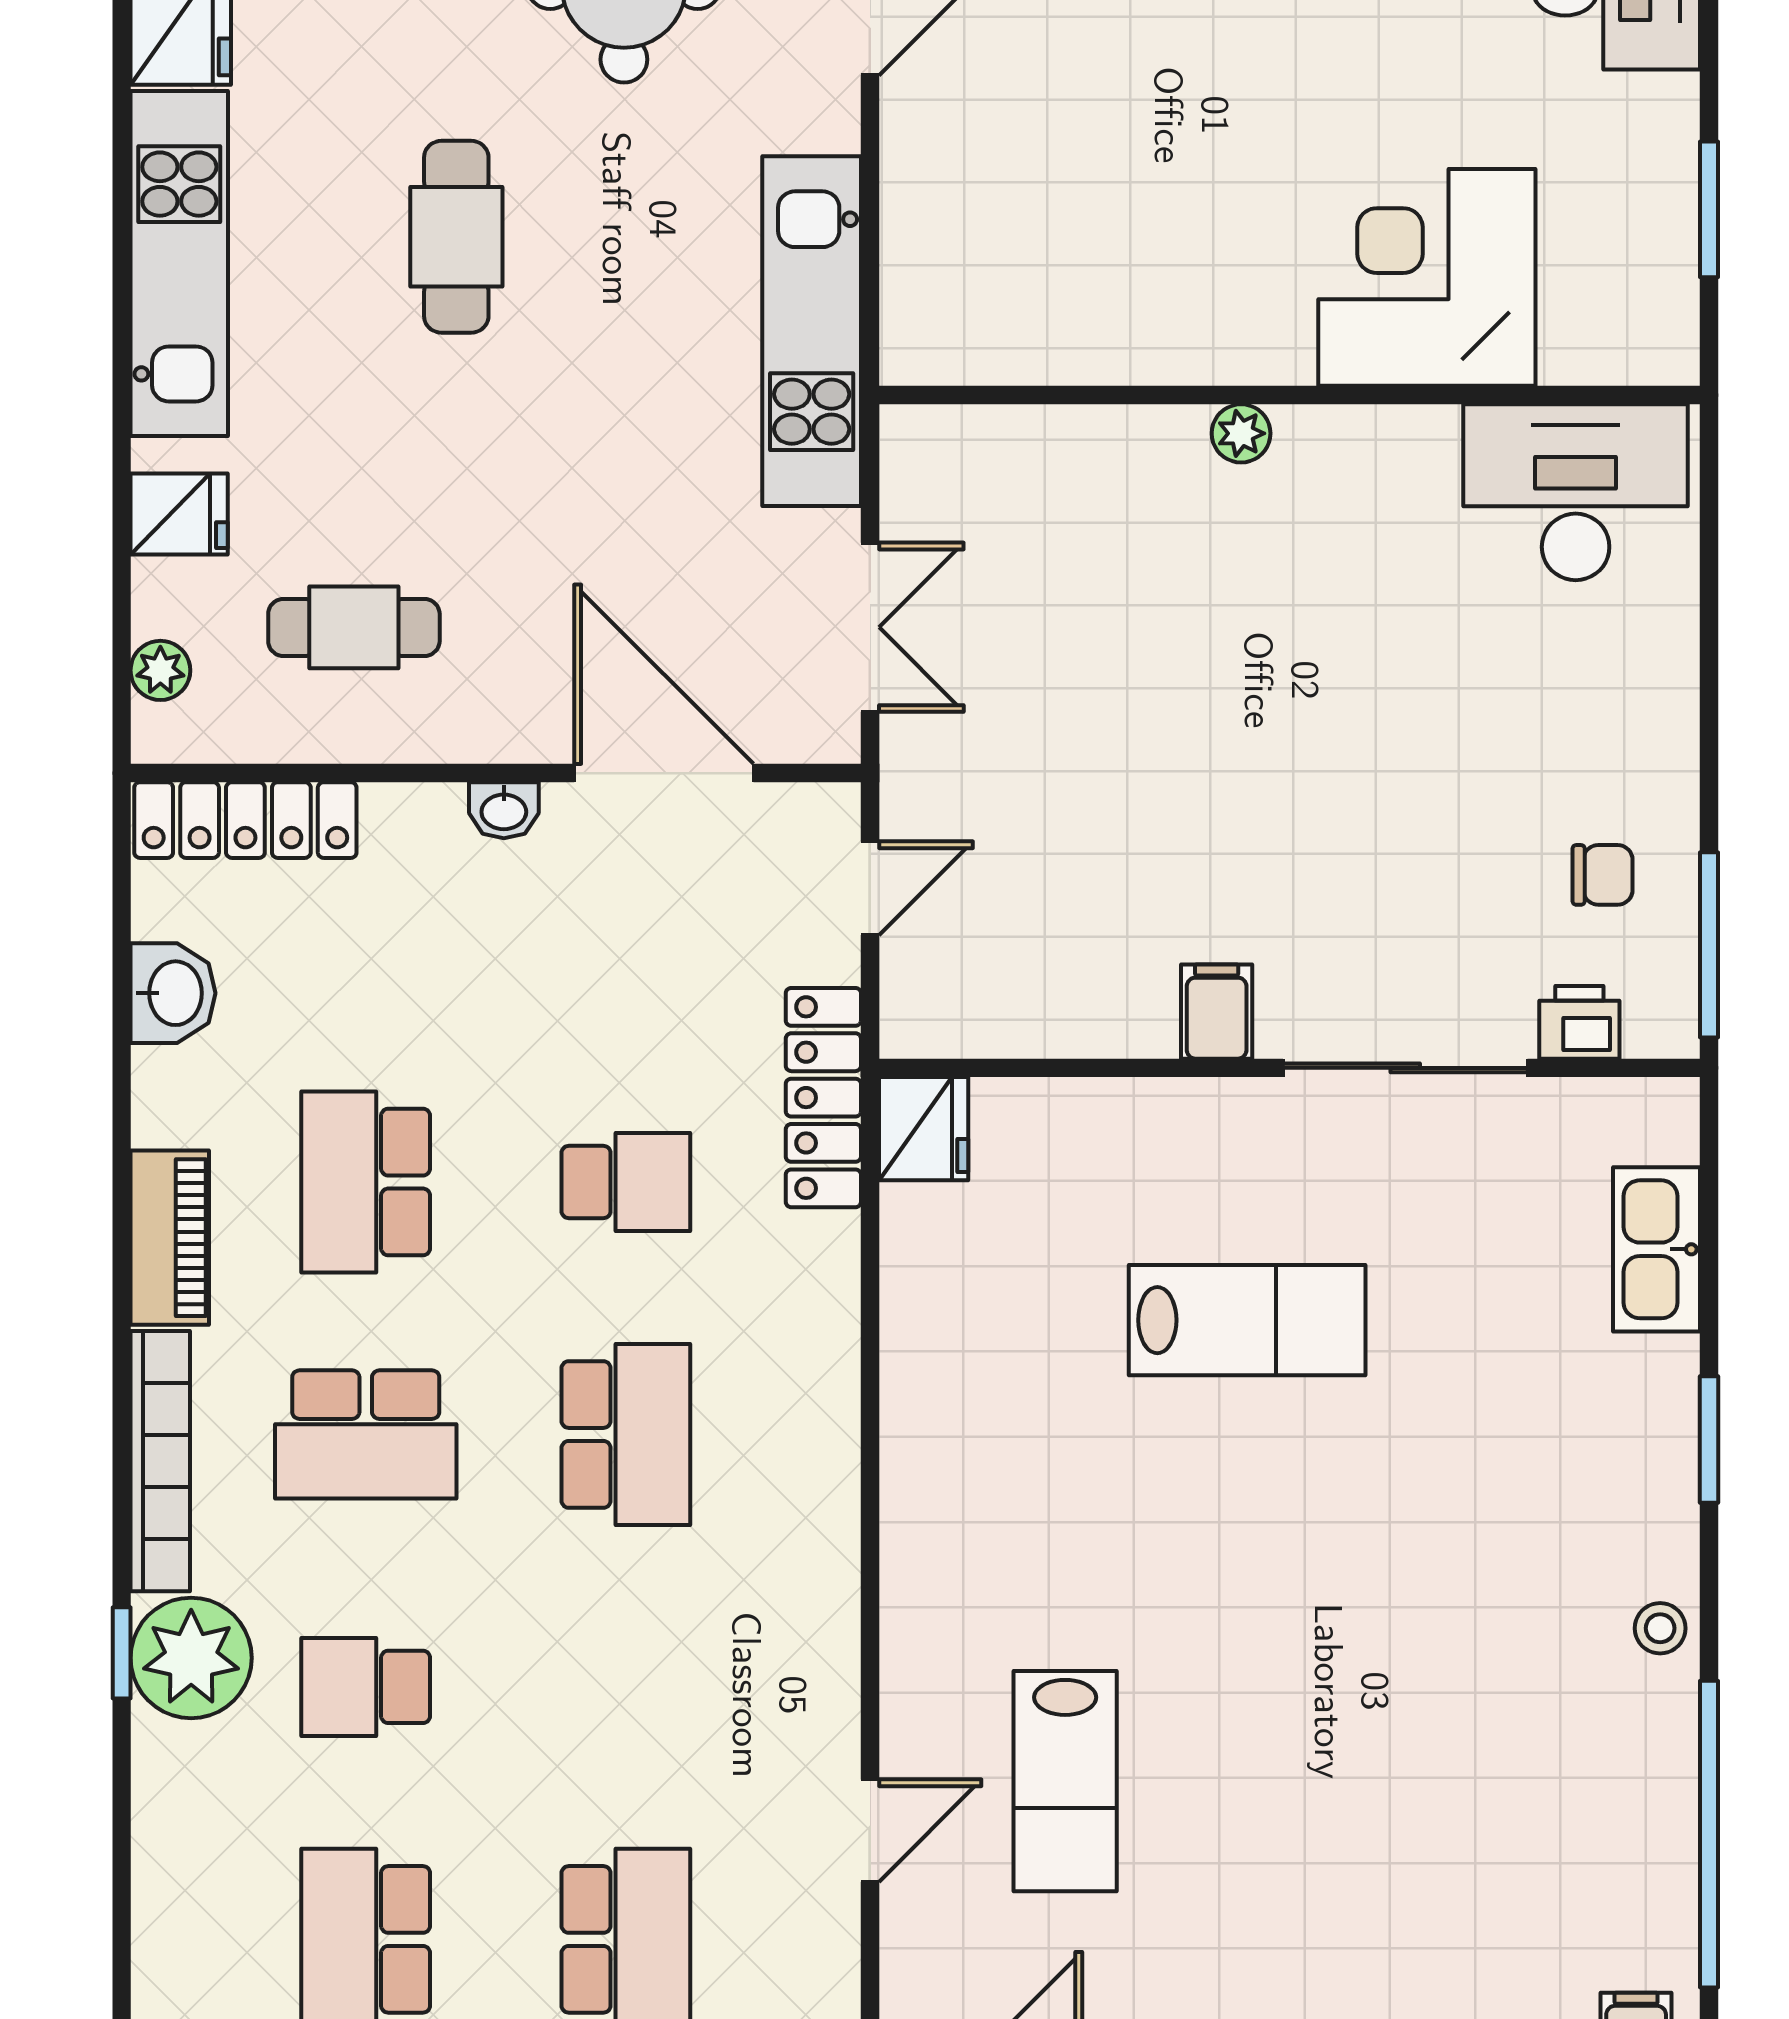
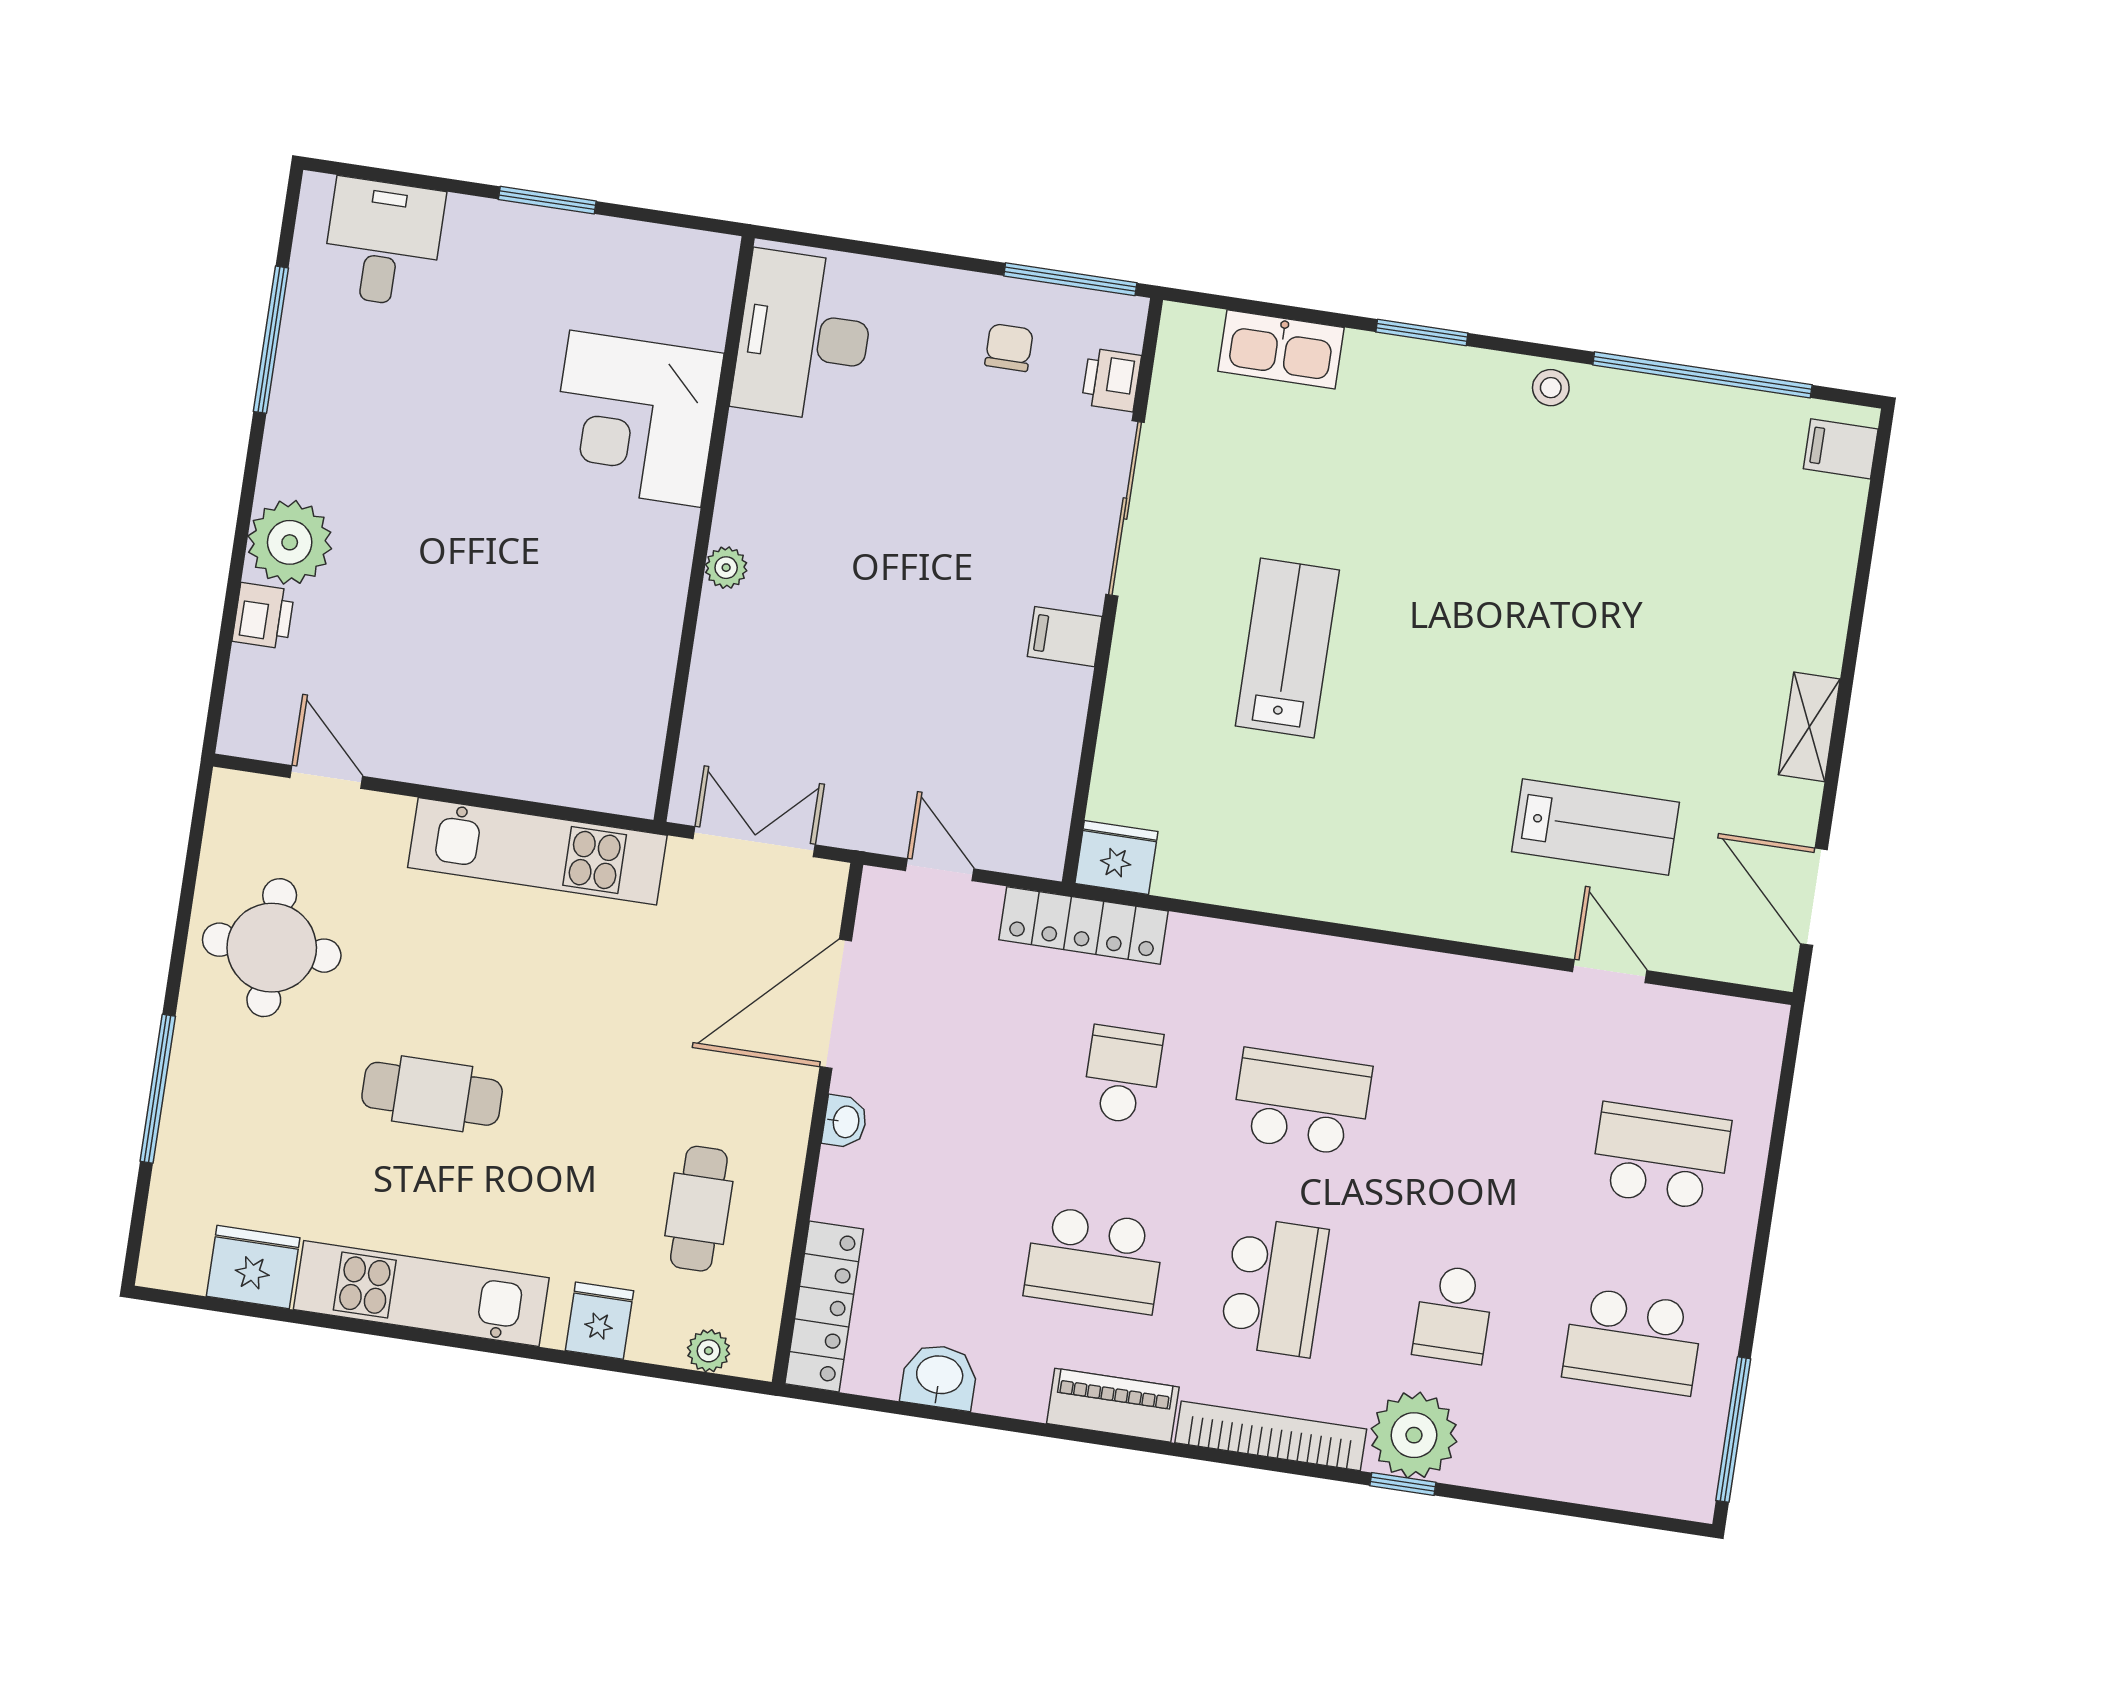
corner desk: (1427, 277) -> (635, 419), moved
wall: (1290, 395) -> (704, 529), moved
plant: (1241, 433) -> (726, 568), moved
desk: (1576, 492) -> (804, 336), moved

